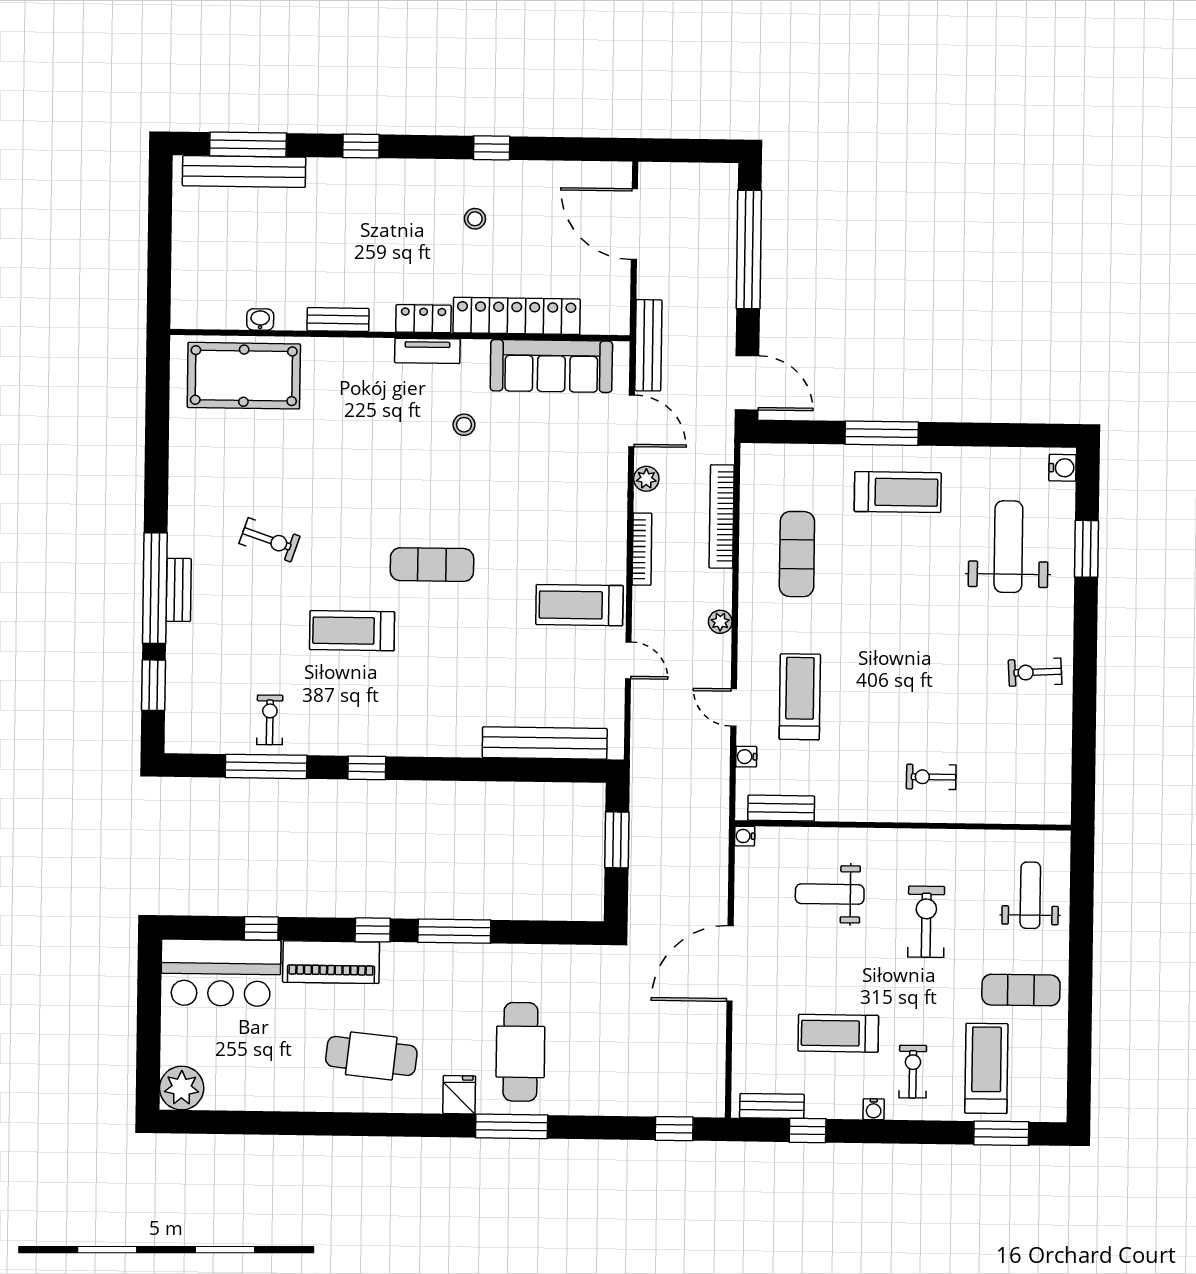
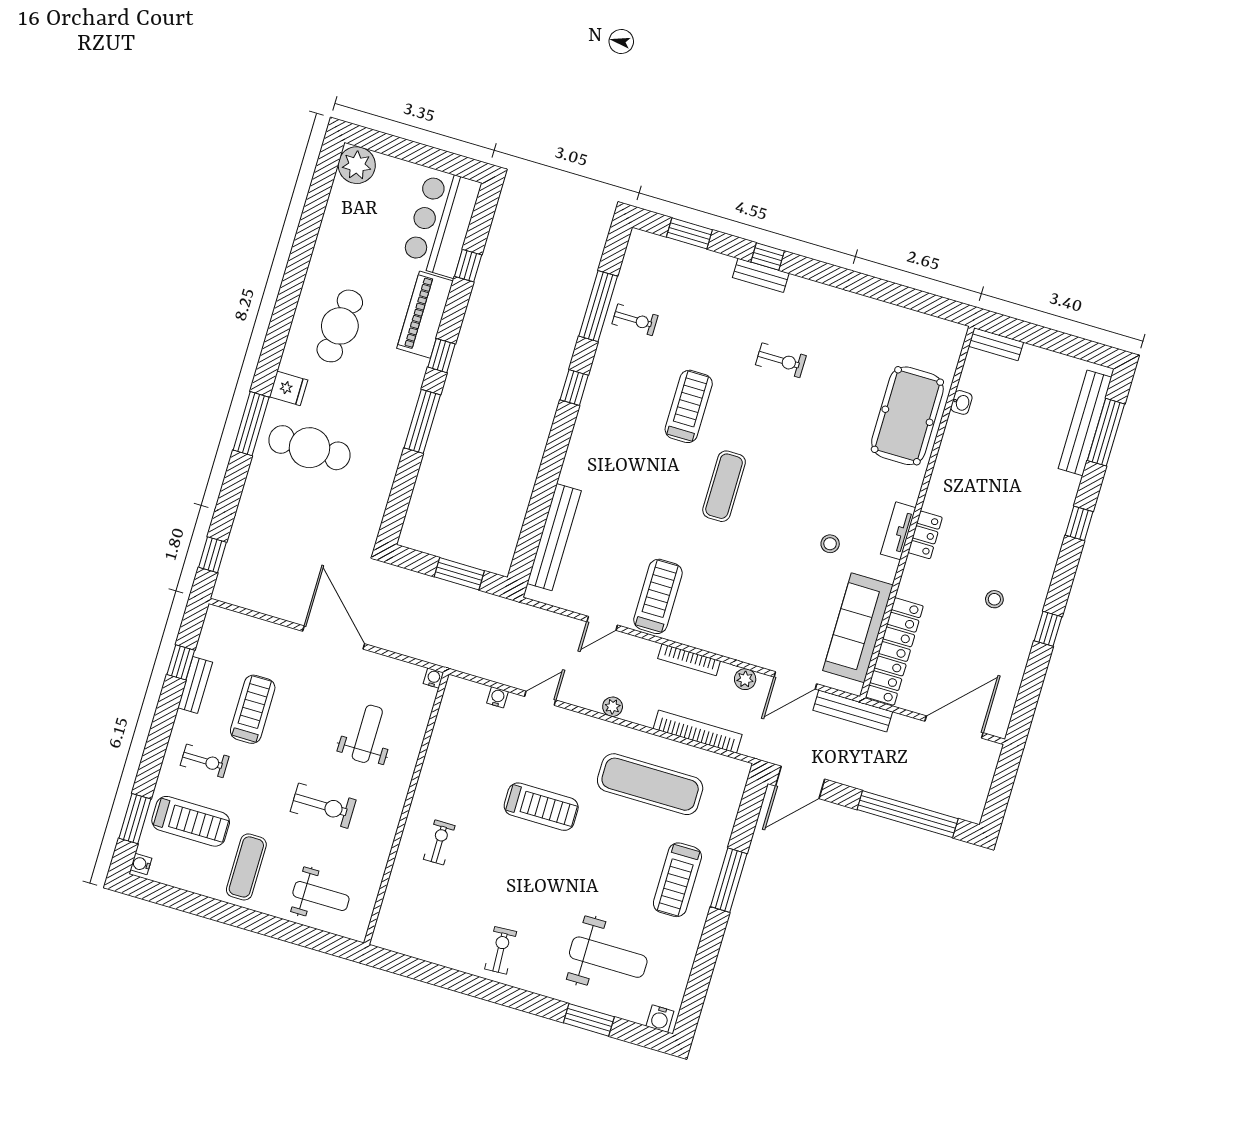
locker: (517, 316) -> (894, 651), moved
bench: (338, 320) -> (996, 344), moved, turned 90
pool table: (244, 376) -> (907, 416), moved
exercise bike: (270, 540) -> (781, 360), turned -109
exercise mat: (797, 554) -> (650, 784), width x1.36, depth x1.45
window: (155, 588) -> (768, 256), width x0.32
treadmill: (800, 697) -> (541, 807), moved
bench: (781, 808) -> (448, 714), removed
bench: (772, 1106) -> (195, 685), moved
water cooler: (874, 1109) -> (141, 864), moved

